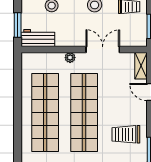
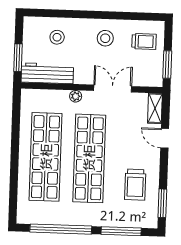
workbench: (38, 38) -> (47, 73), width x1.38
trolley: (126, 134) -> (135, 185), turned -90

